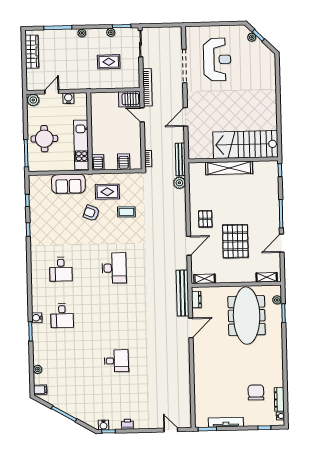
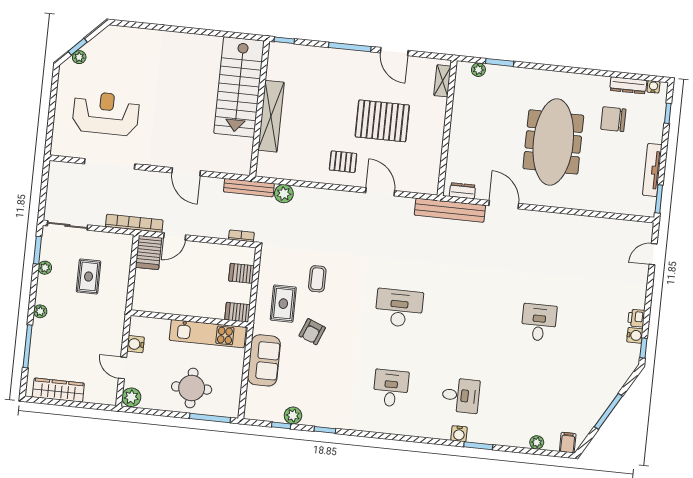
plant: (35, 207) -> (293, 415), added
desk: (61, 269) -> (391, 388), turned -90
shelving: (205, 279) -> (433, 174), removed
meeting table: (247, 316) -> (553, 142), moved, turned 90
water cooler: (103, 425) -> (635, 335), moved

